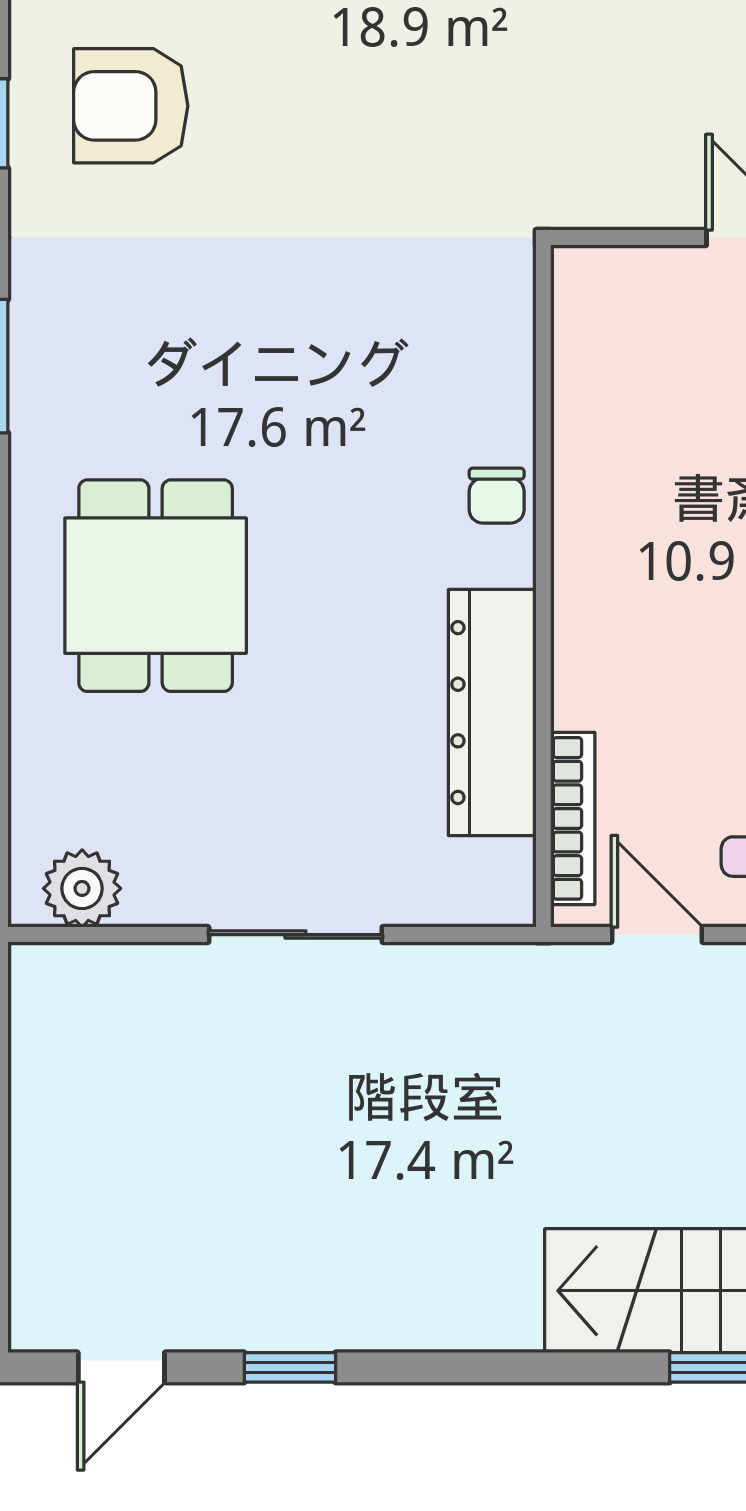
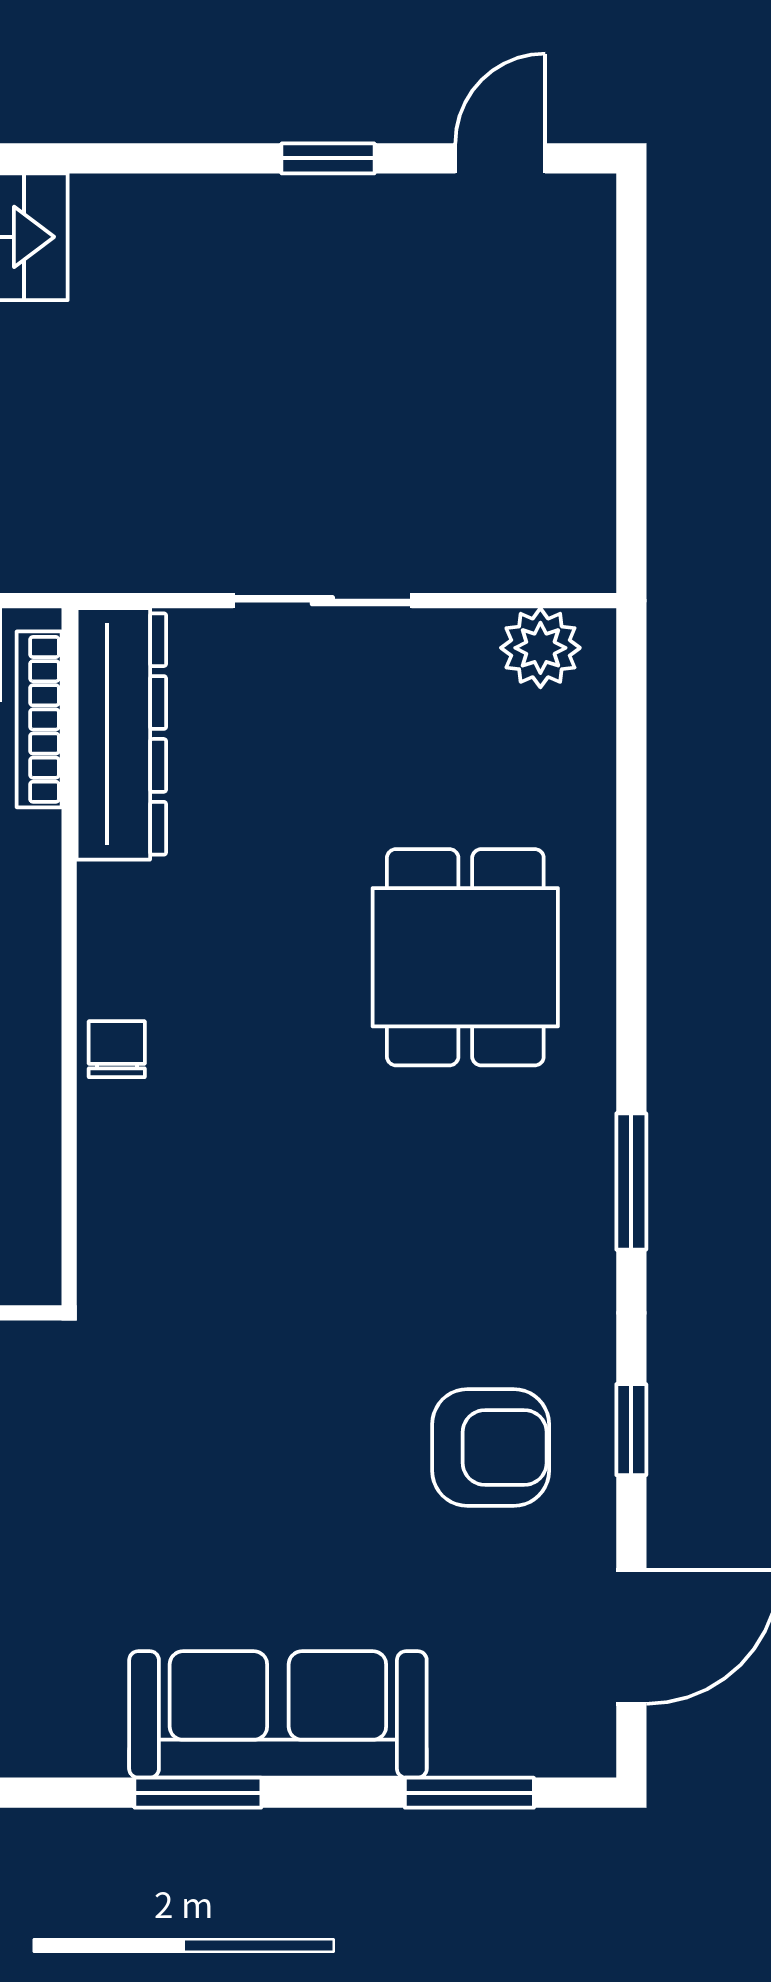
dresser: (492, 713) -> (121, 734), moved

